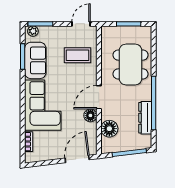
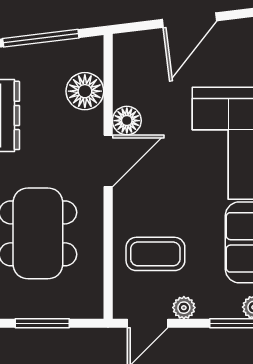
plant: (65, 31) -> (184, 308), added
door: (77, 159) -> (189, 20), moved

